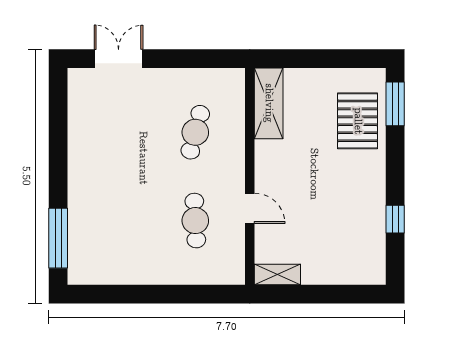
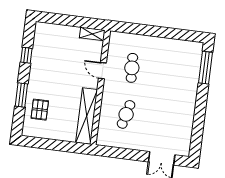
shelving: (269, 103) -> (87, 116), width x1.47
window: (395, 104) -> (21, 95), moved
pallet: (358, 121) -> (40, 110), width x0.67, depth x0.71

